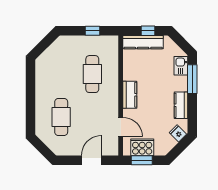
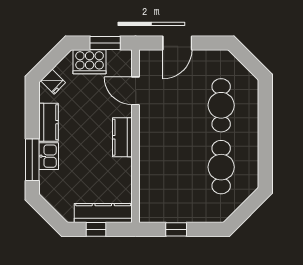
kitchen sink: (181, 66) -> (49, 156), moved
cafe table: (92, 74) -> (221, 167), moved
cooker: (142, 147) -> (90, 62), moved

